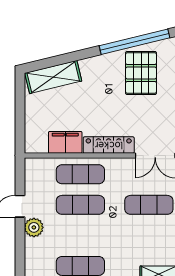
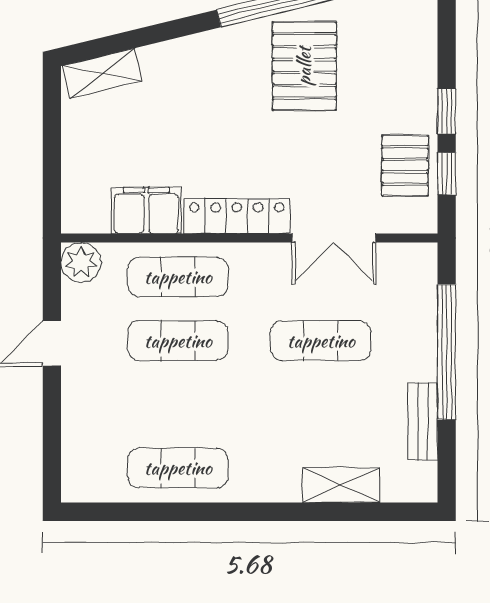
shelving: (53, 77) -> (102, 73), width x0.67, depth x0.75
plant: (34, 227) -> (81, 262), moved

